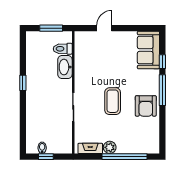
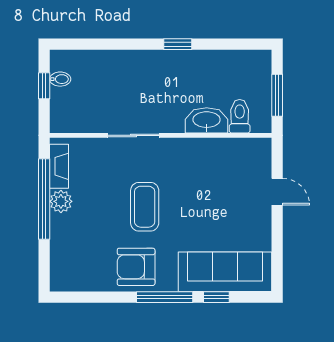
sofa: (148, 50) -> (225, 272), width x1.36
coffee table: (113, 101) -> (145, 207), turned 90
window: (124, 157) -> (44, 199), moved

